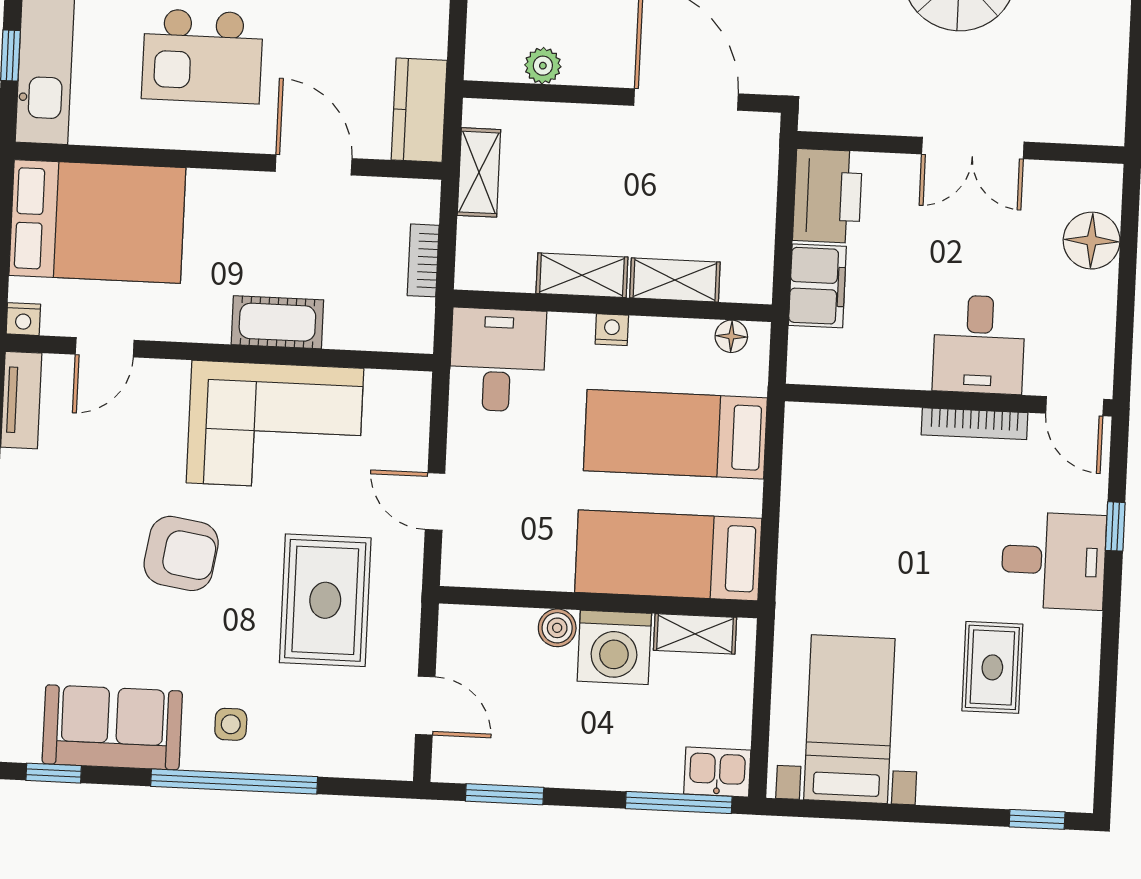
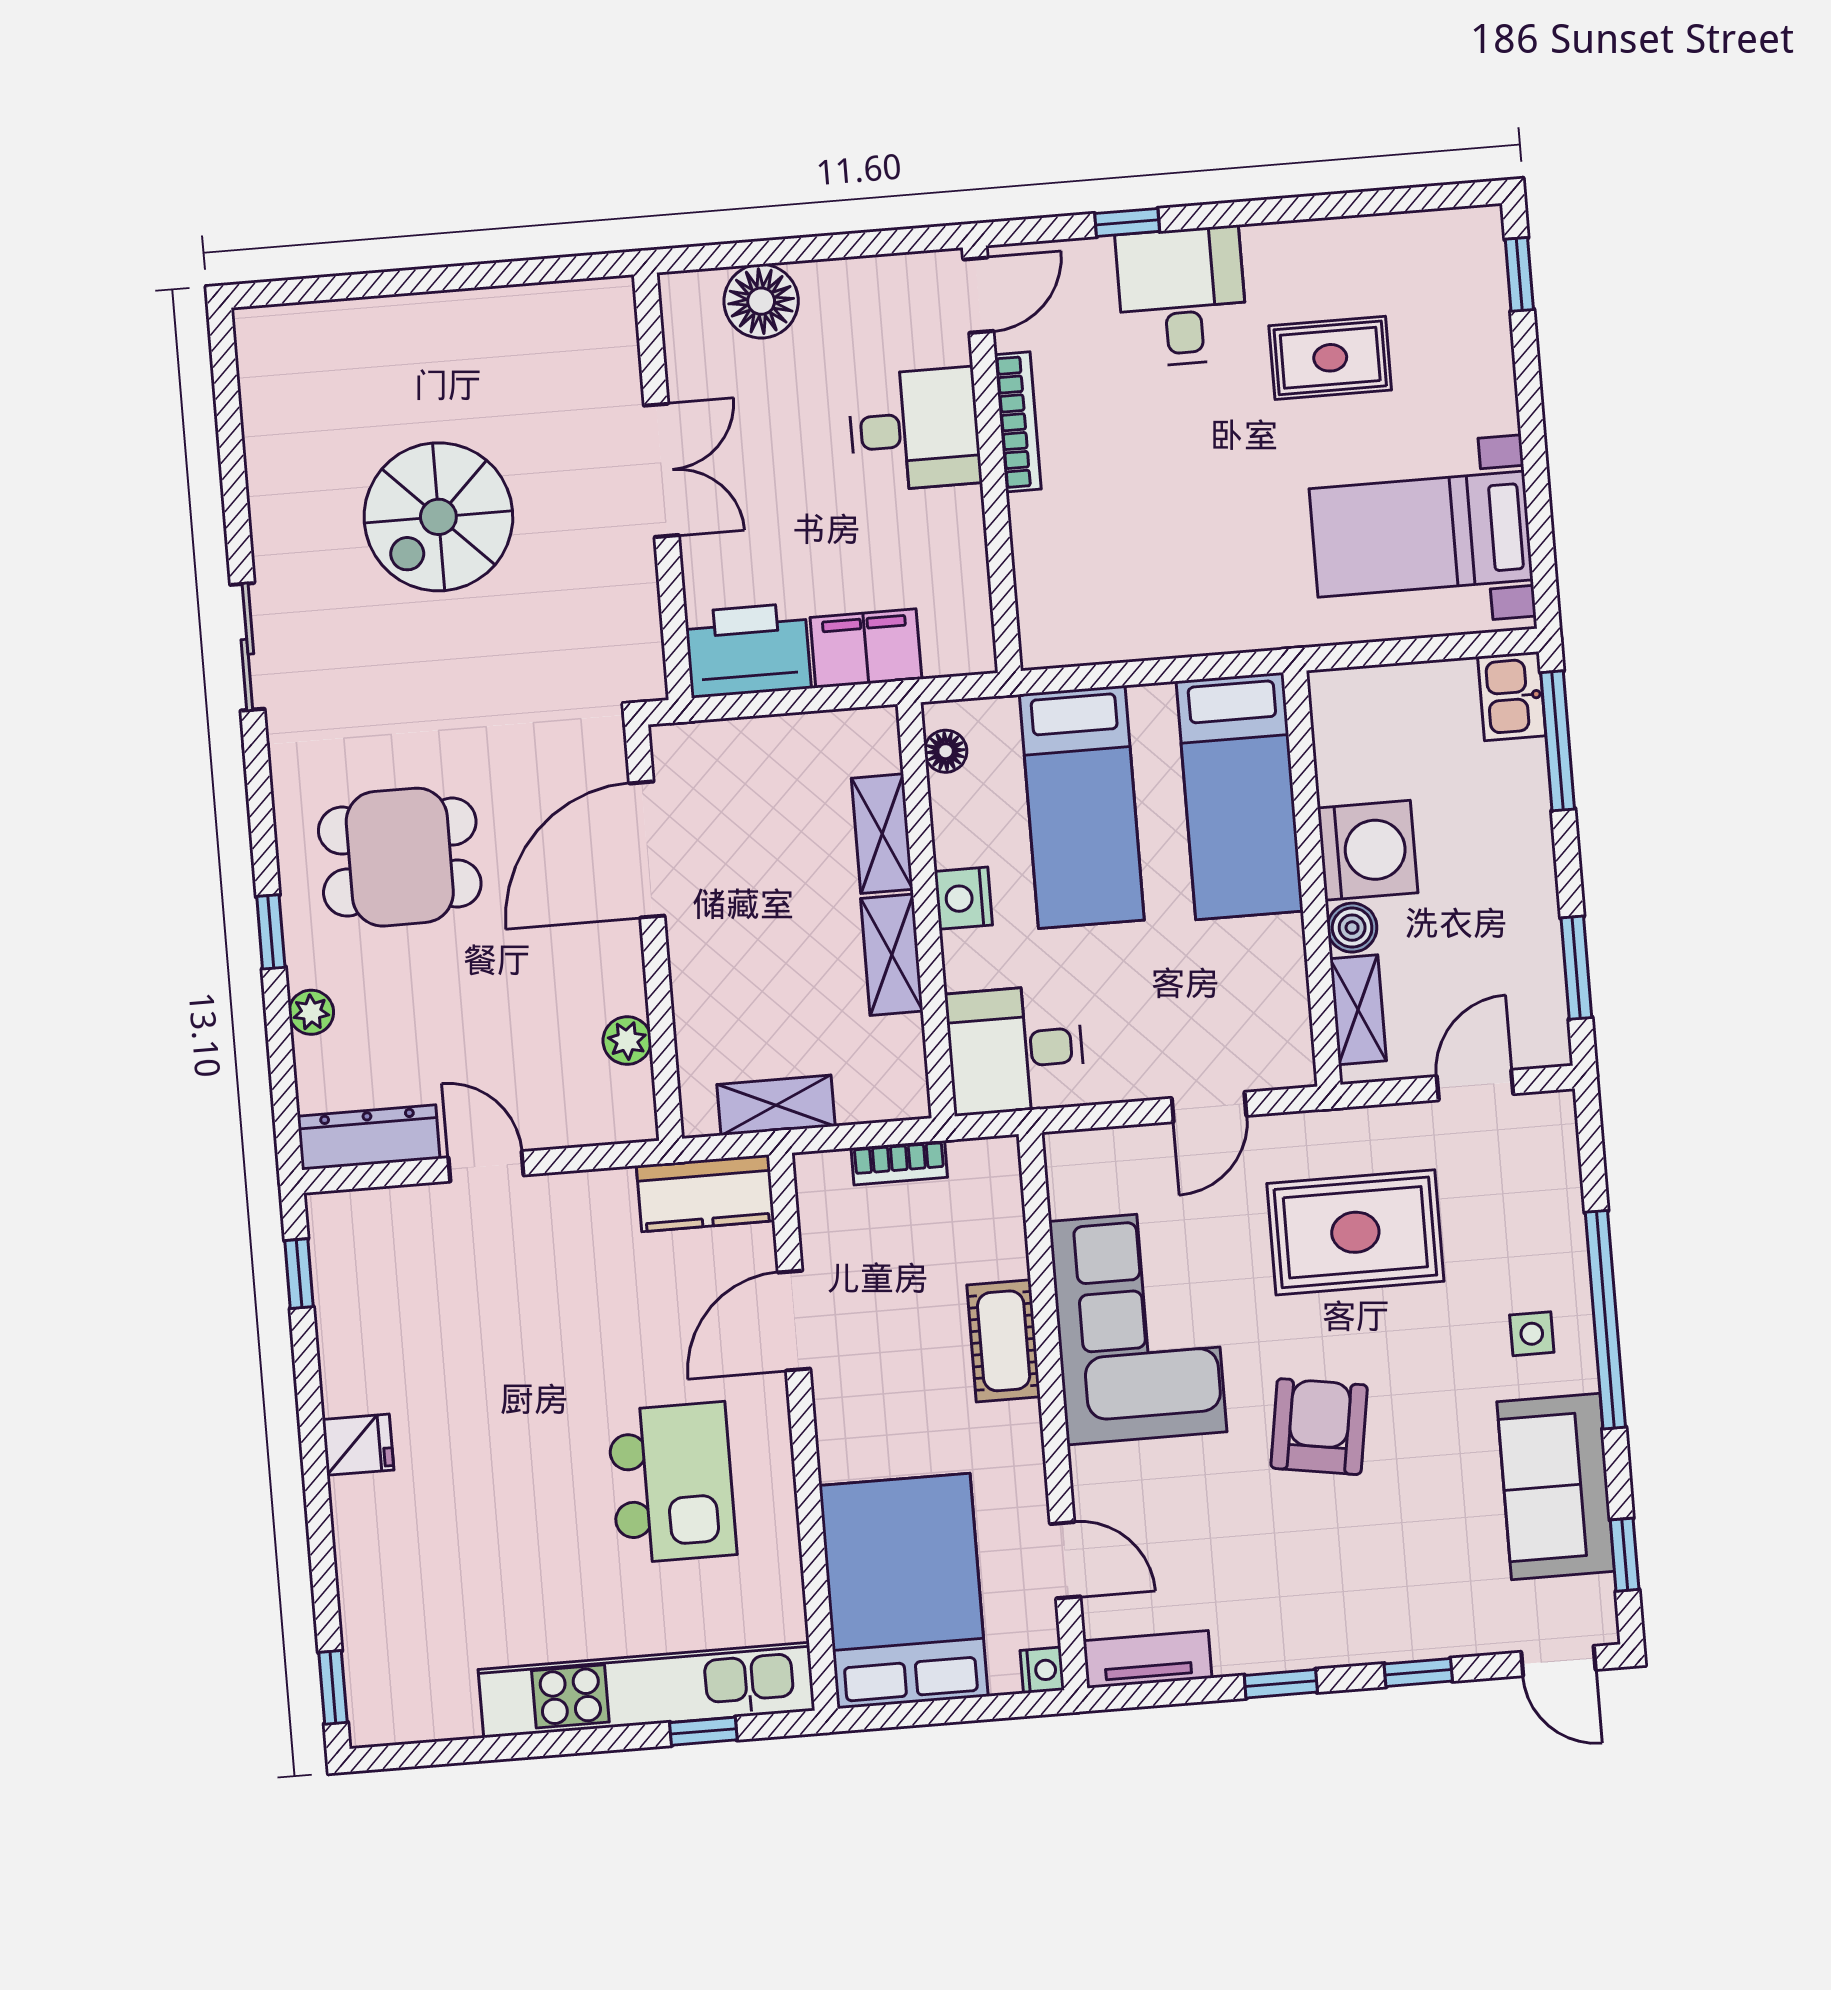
nightstand: (612, 330) -> (963, 898), width x1.39, depth x1.35
shelving: (695, 634) -> (1358, 1010), moved

